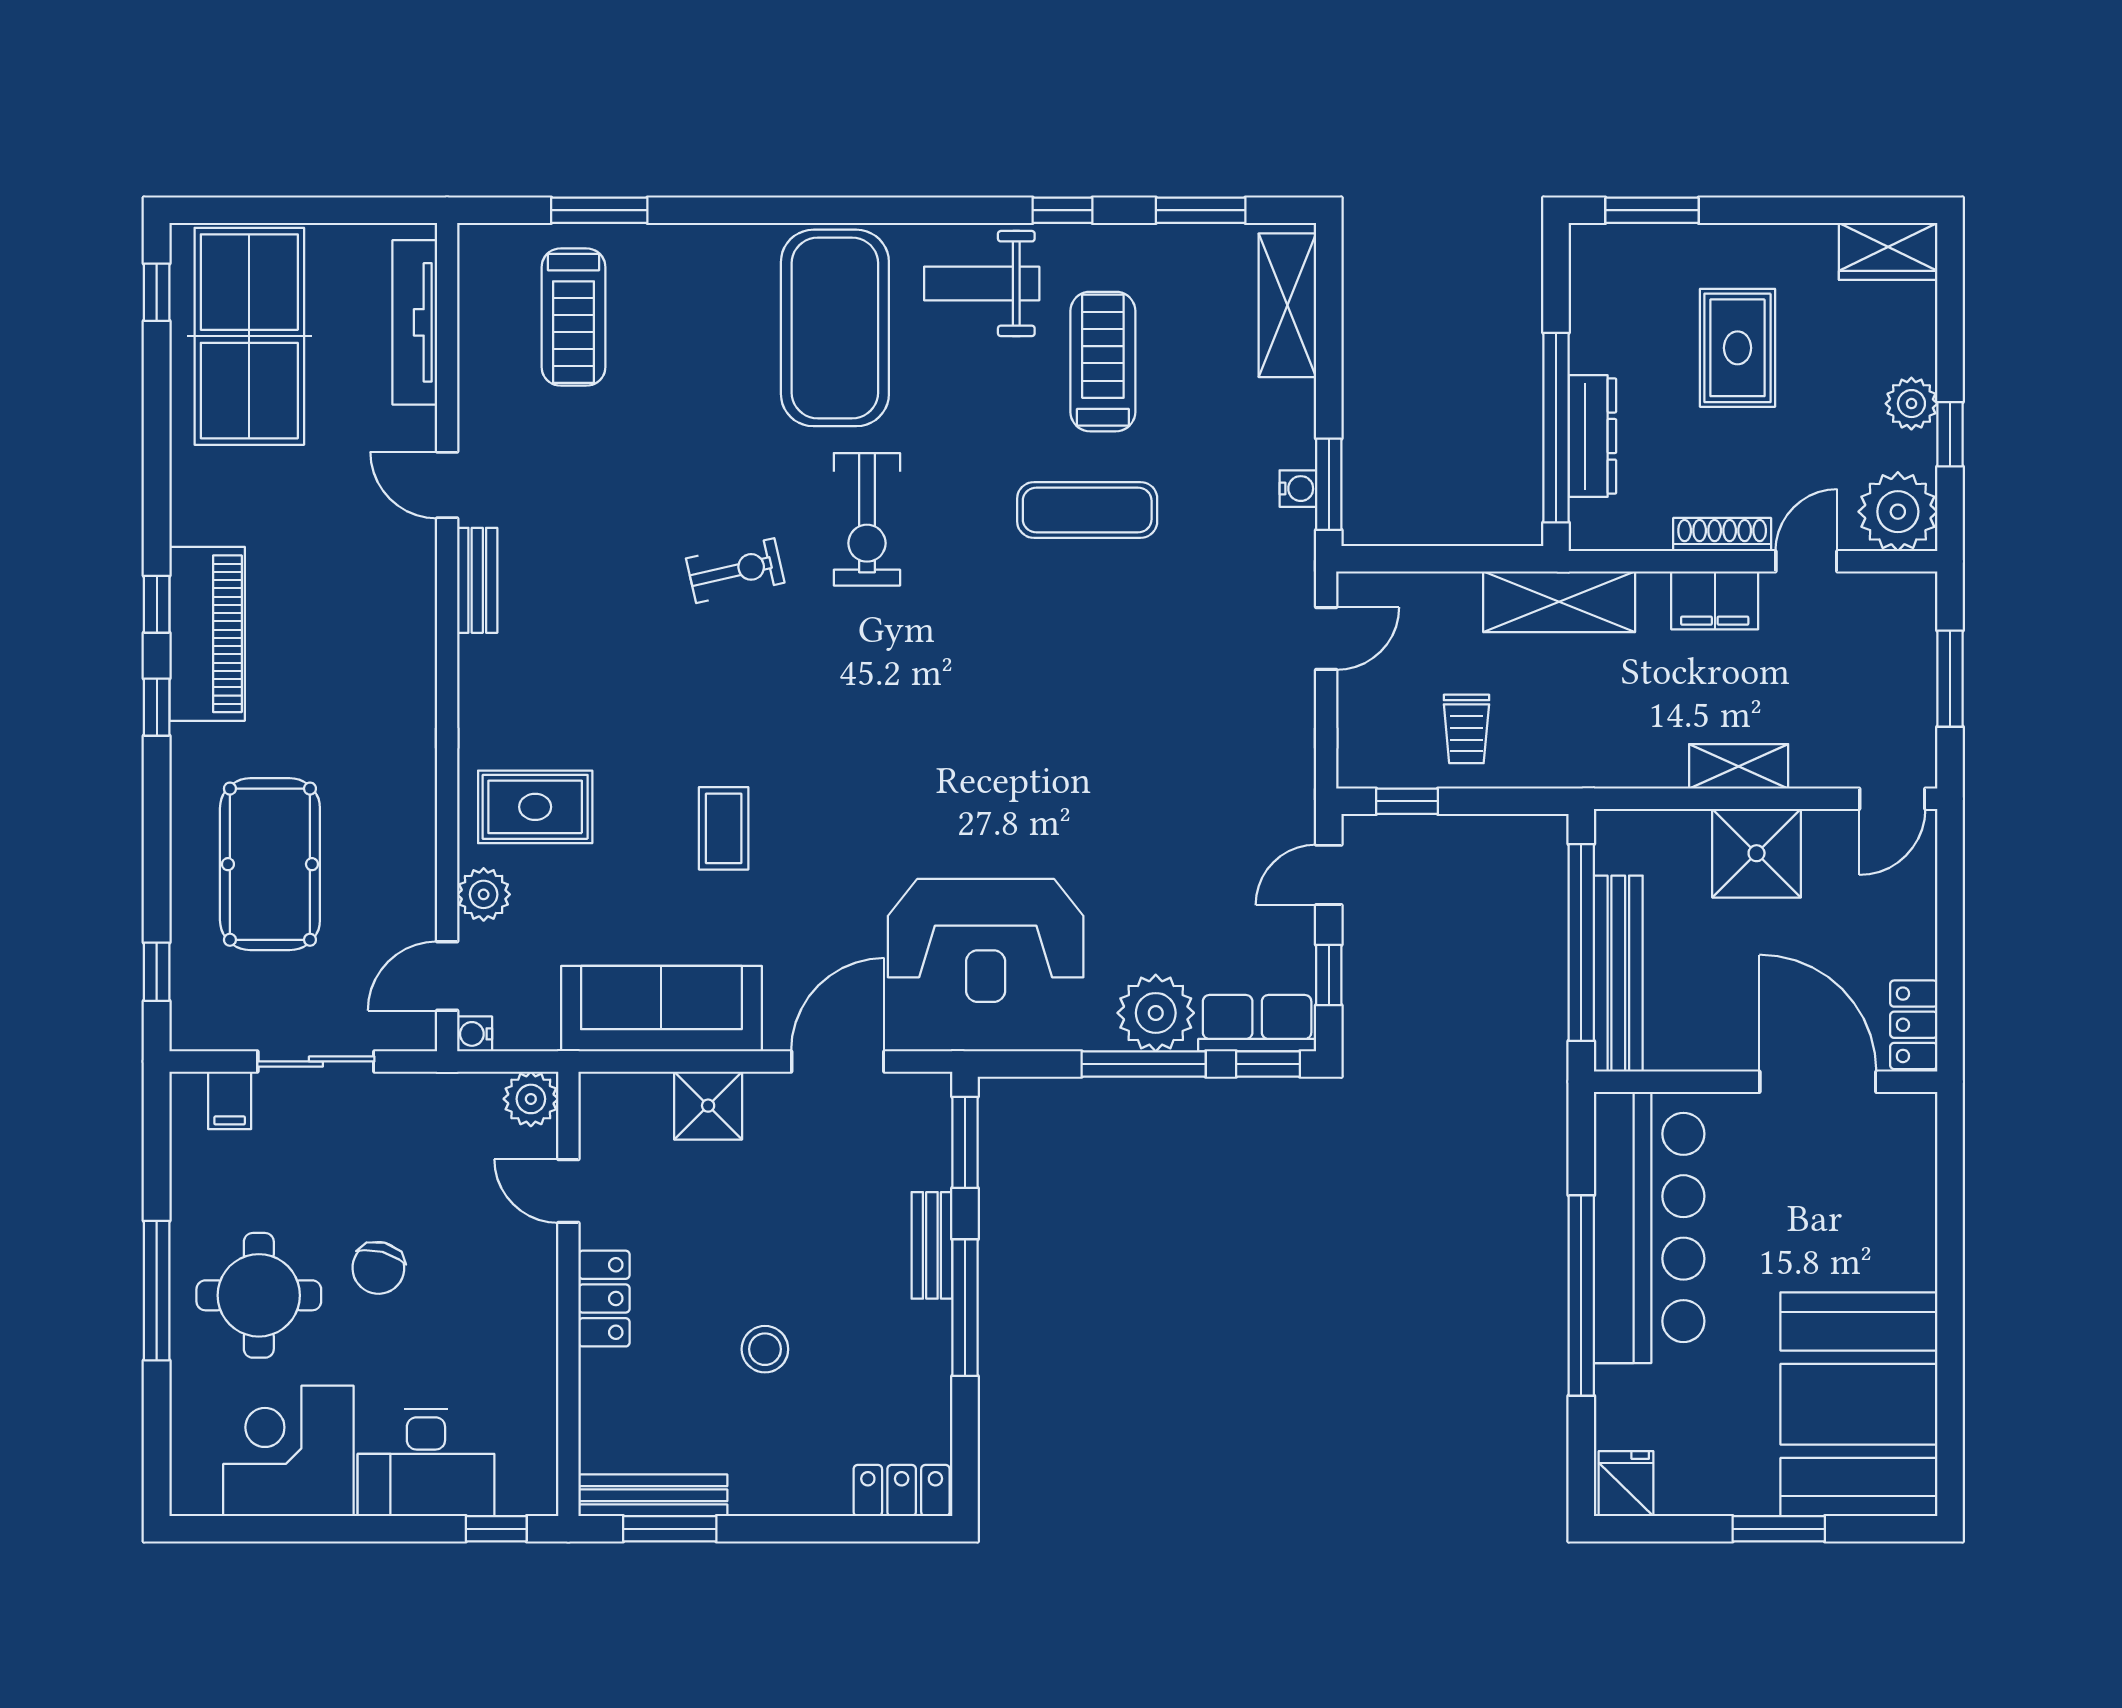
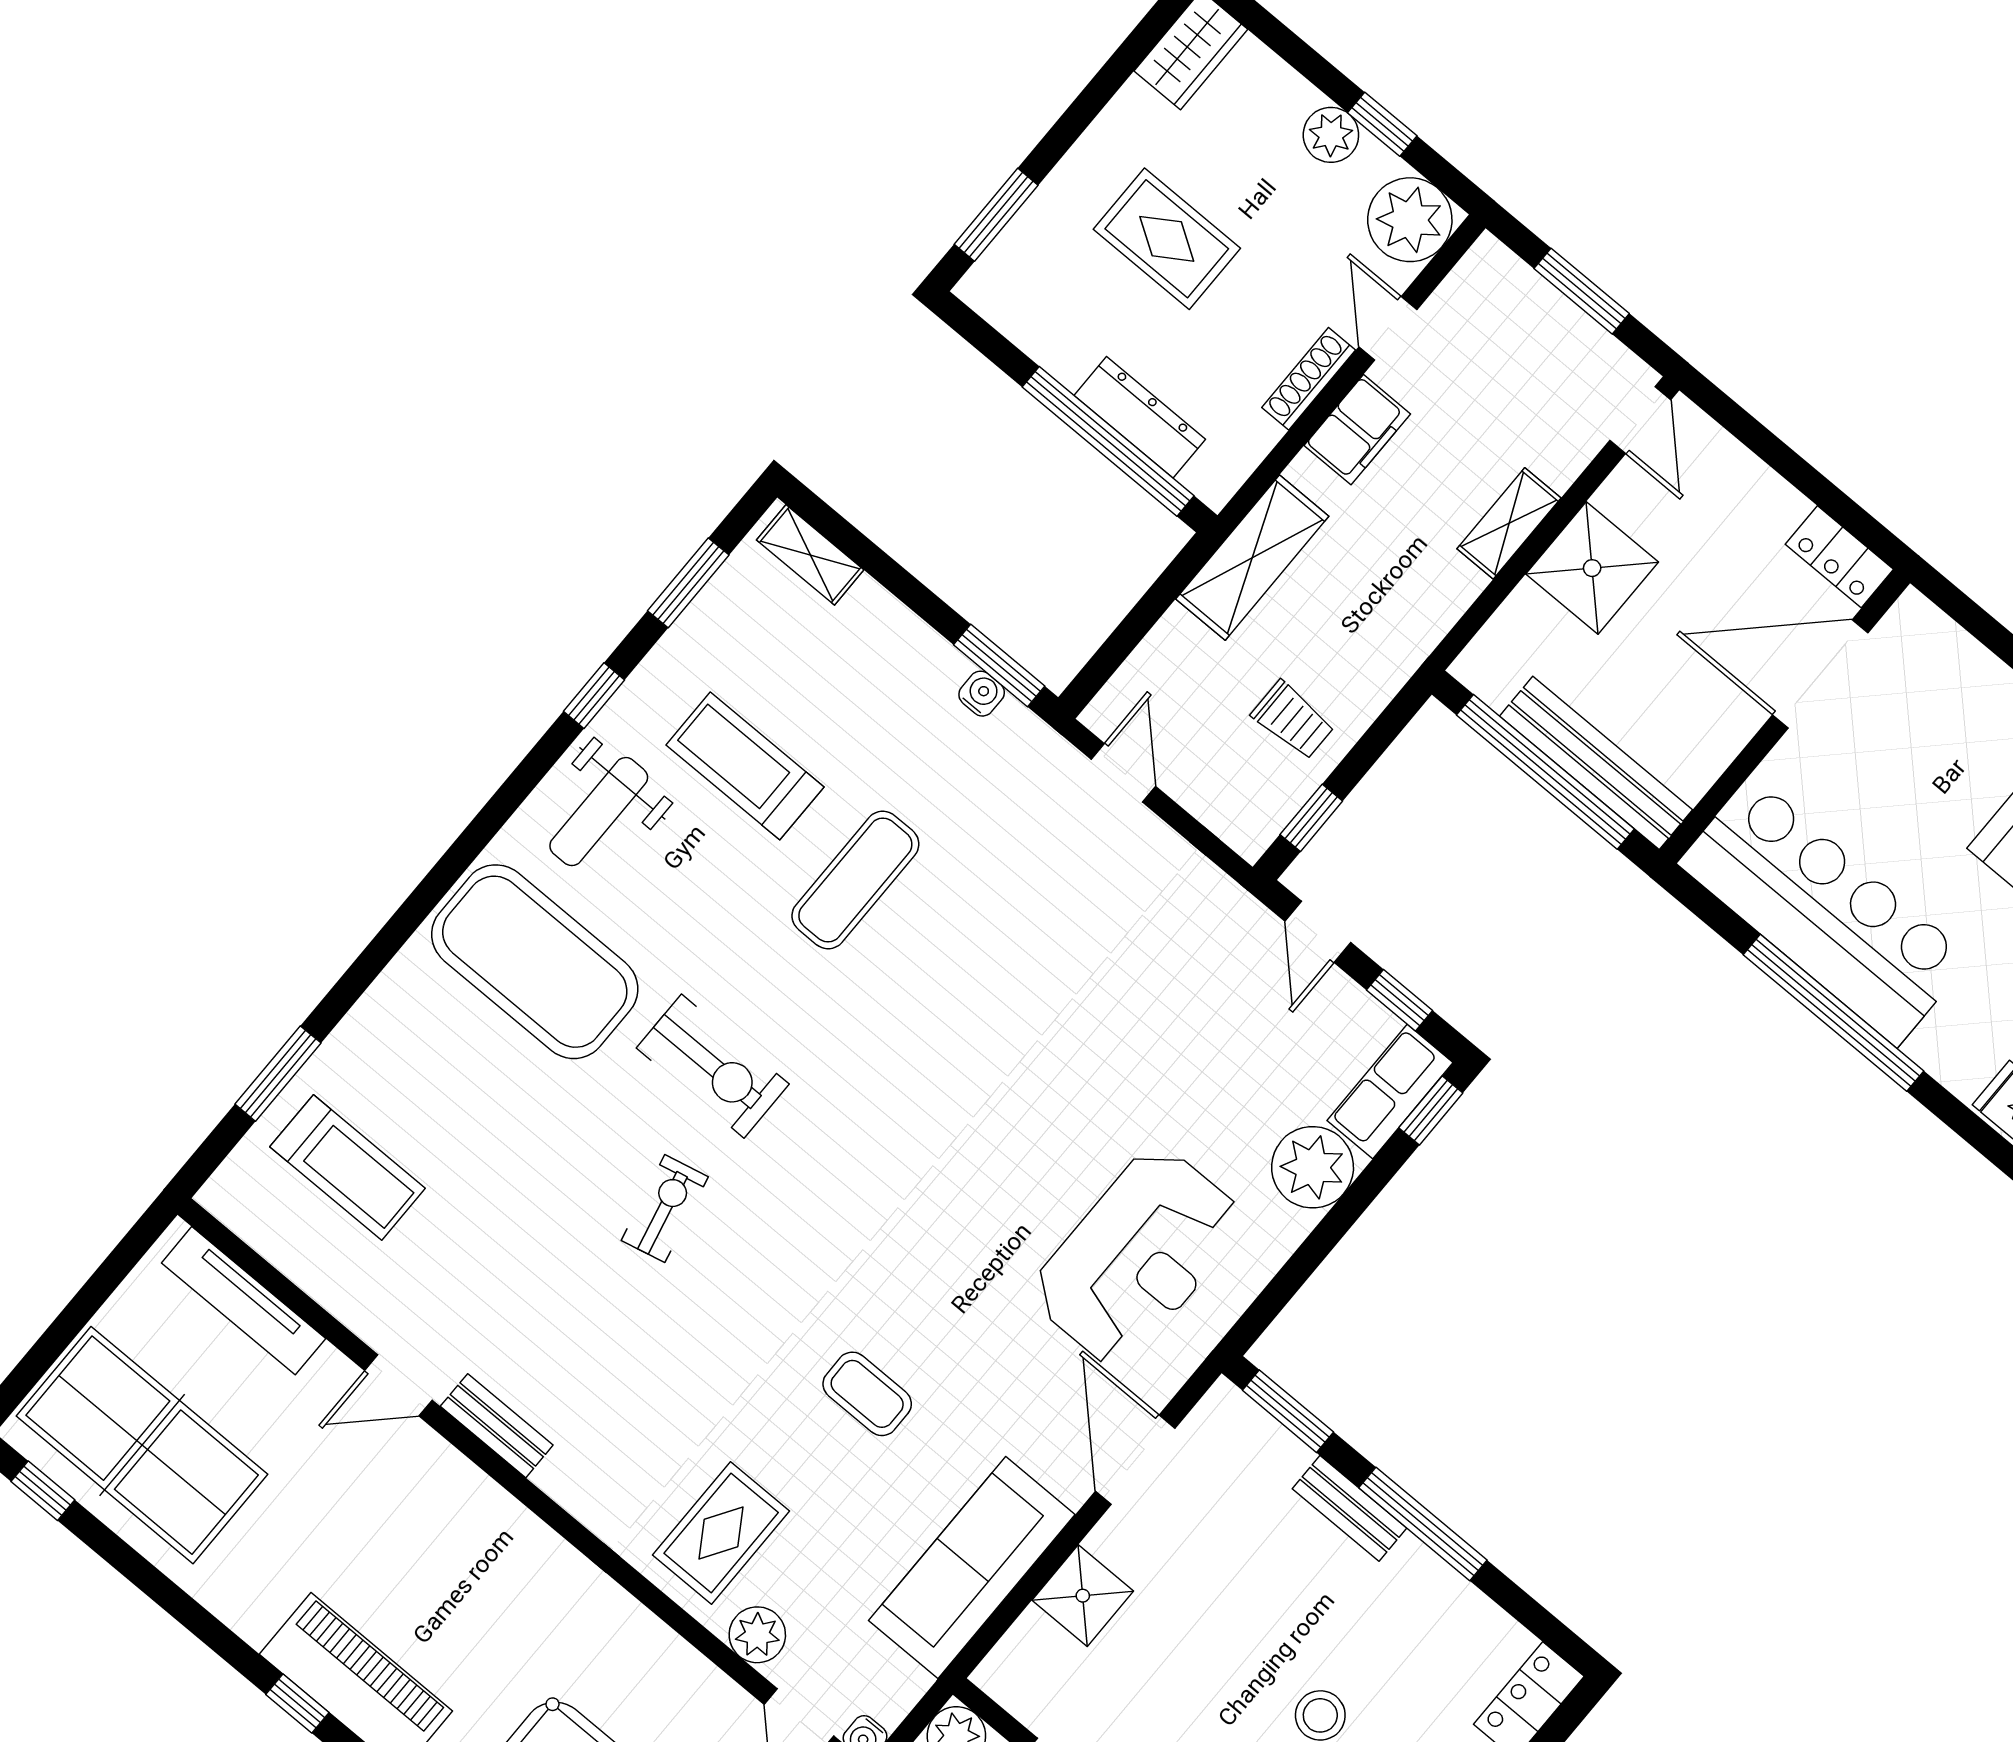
shelving: (1287, 305) -> (810, 555), width x0.67, depth x0.75
window: (1144, 1064) -> (1346, 1212), removed

